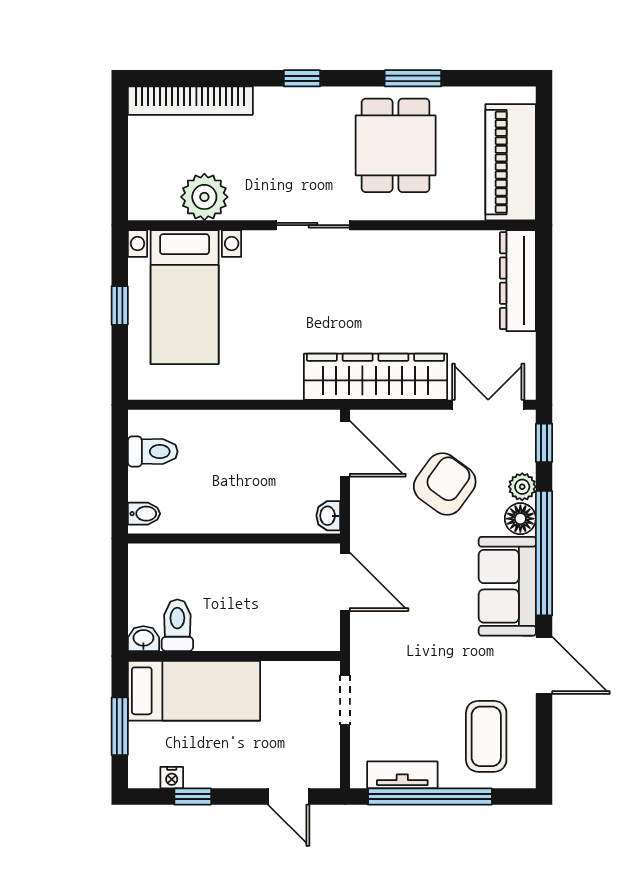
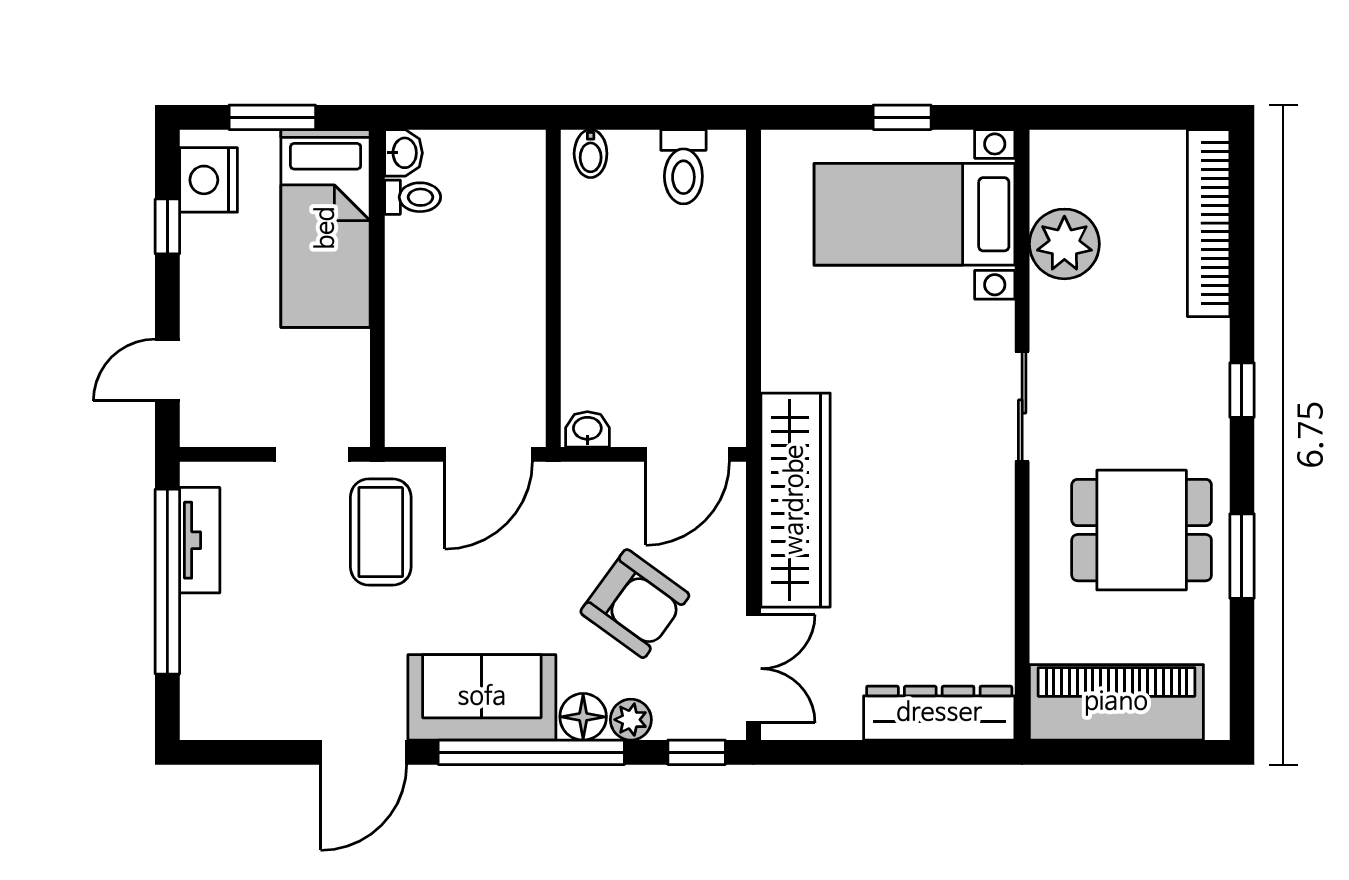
toilet: (177, 625) -> (413, 197), width x0.73, depth x0.72
coffee table: (486, 736) -> (381, 532), moved, turned 90
nightstand: (172, 778) -> (209, 180), width x1.89, depth x1.79

